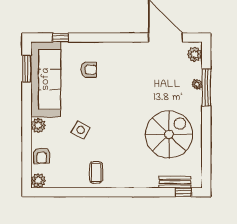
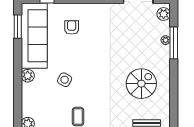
armchair: (89, 70) -> (72, 27), turned -90
spiral stairs: (169, 134) -> (141, 84), width x0.73, depth x0.73
armchair: (42, 156) -> (31, 102), removed

